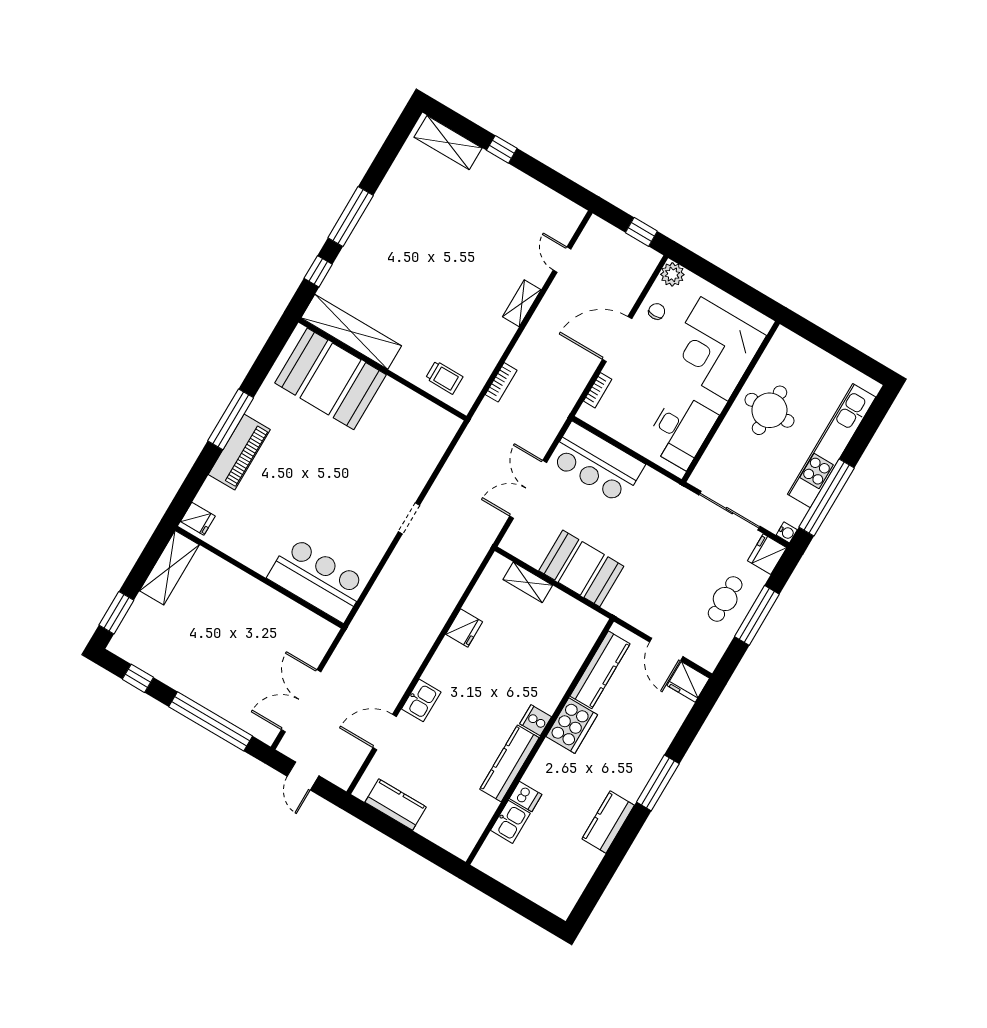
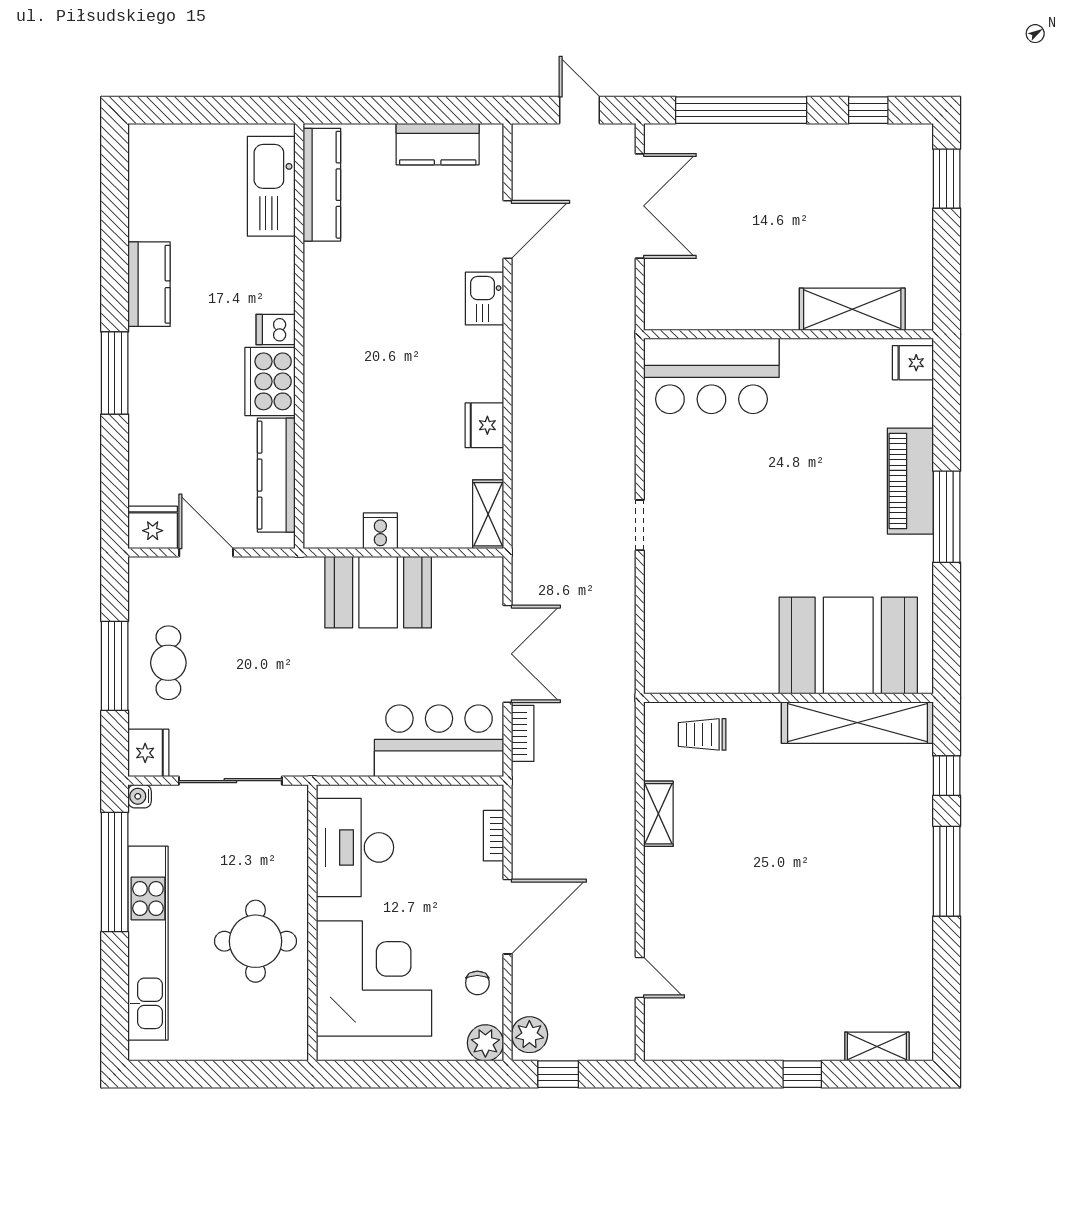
shelving: (448, 143) -> (877, 1047), width x0.67, depth x0.75
plant: (644, 264) -> (529, 1035), added
shelving: (522, 303) -> (658, 814), moved
bookcase: (501, 382) -> (523, 733), moved, turned 180
shelving: (169, 568) -> (852, 309), moved, turned 90
shelving: (528, 582) -> (488, 514), moved, turned 90
cooker: (536, 720) -> (380, 531), moved, turned -90
kitchen counter: (509, 763) -> (322, 185), moved
dishwasher: (526, 796) -> (276, 329), moved
kitchen sink: (510, 822) -> (271, 186), width x1.87, depth x1.24

